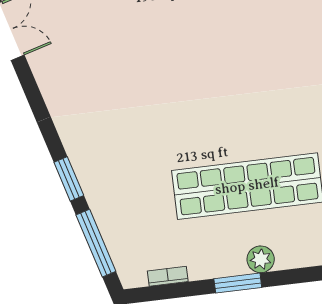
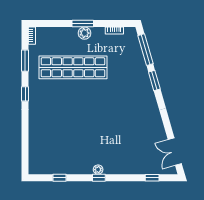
plant: (261, 259) -> (85, 33), moved

